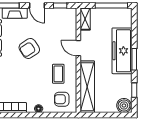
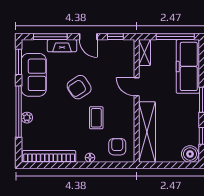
freezer: (122, 51) -> (188, 66), moved
coffee table: (58, 74) -> (96, 118), moved
armchair: (62, 99) -> (117, 147), turned 90

